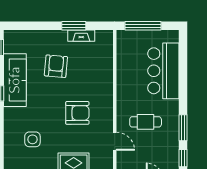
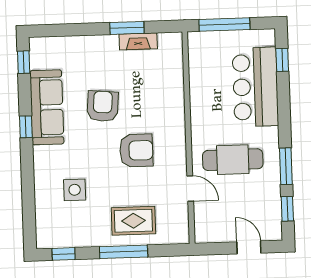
window: (183, 52) -> (282, 60), added
armchair: (56, 66) -> (103, 106), moved
cafe table: (146, 122) -> (233, 160), width x1.37, depth x1.35

